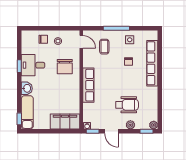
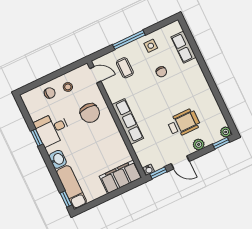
row of seats: (152, 63) -> (184, 47), width x0.50

